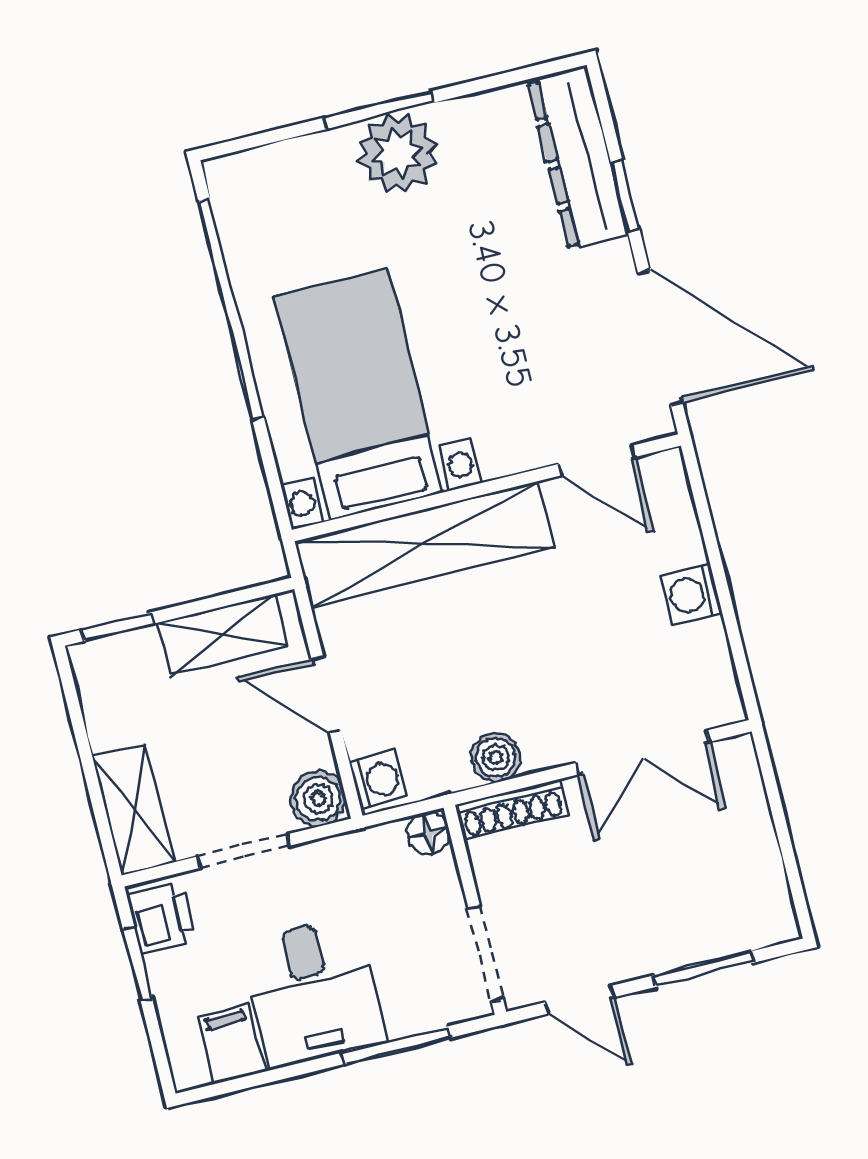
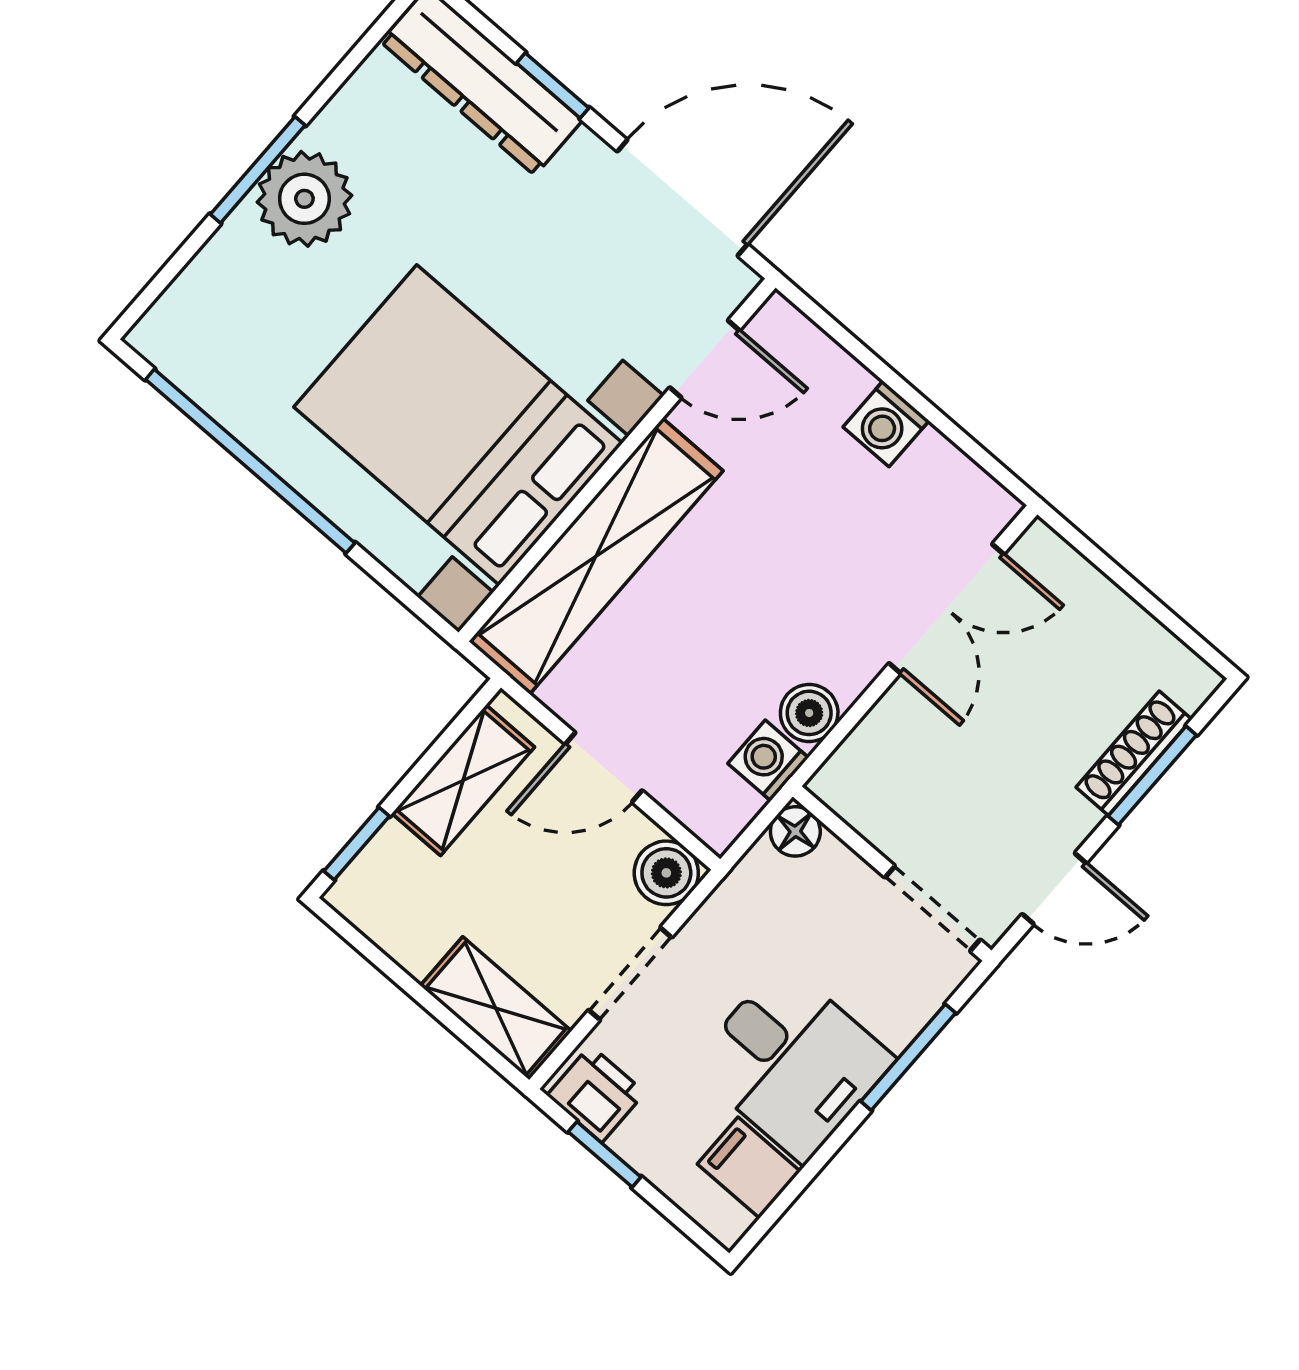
bed with nightstands: (359, 394) -> (458, 425), width x1.36
washing machine: (379, 780) -> (768, 760), moved, turned -90
shoe rack: (512, 810) -> (1134, 753), moved, turned 180

